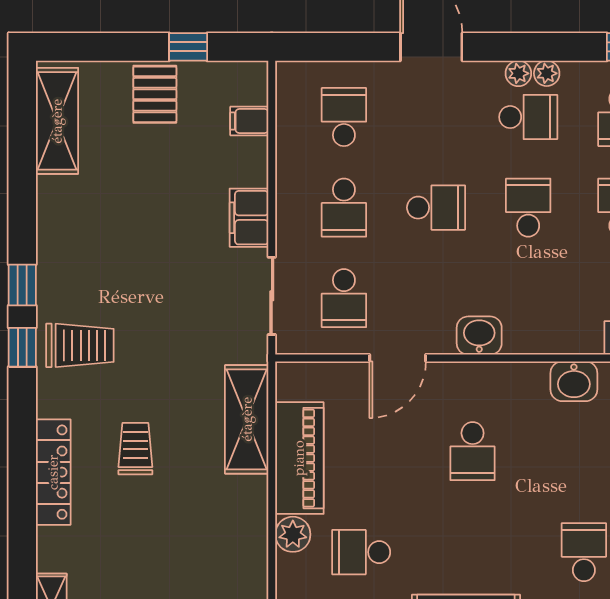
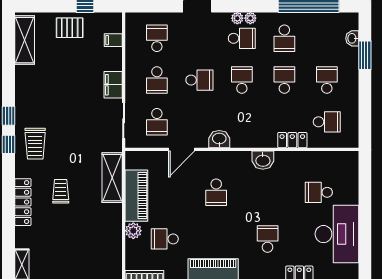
pallet: (155, 94) -> (70, 28), turned 90
trolley: (80, 345) -> (35, 144), turned 90

